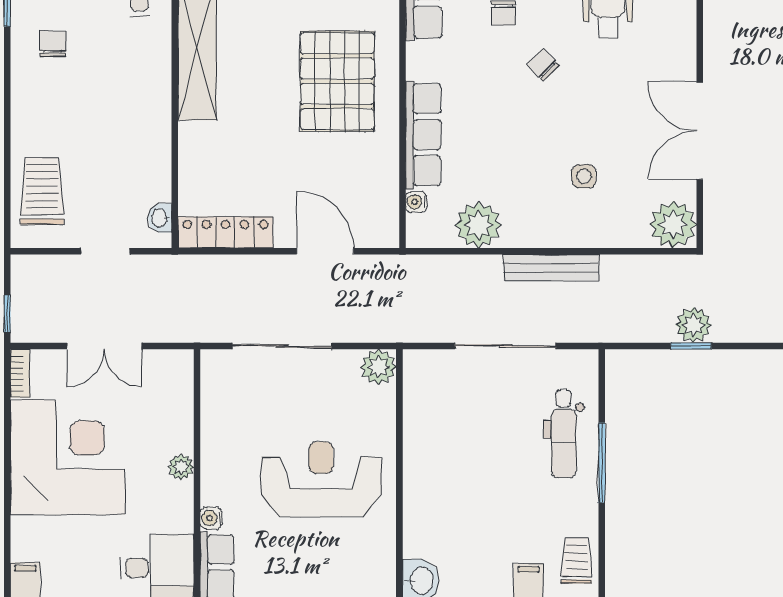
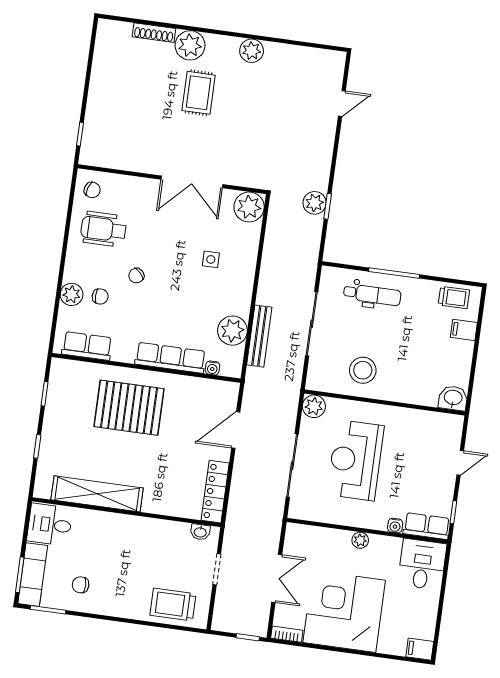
bench: (551, 268) -> (259, 336), moved
stool: (445, 435) -> (363, 370), added
reception desk: (321, 479) -> (355, 460), moved
trolley: (576, 561) -> (454, 298), turned 180

